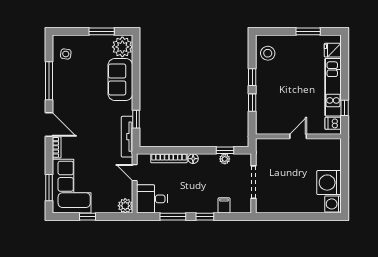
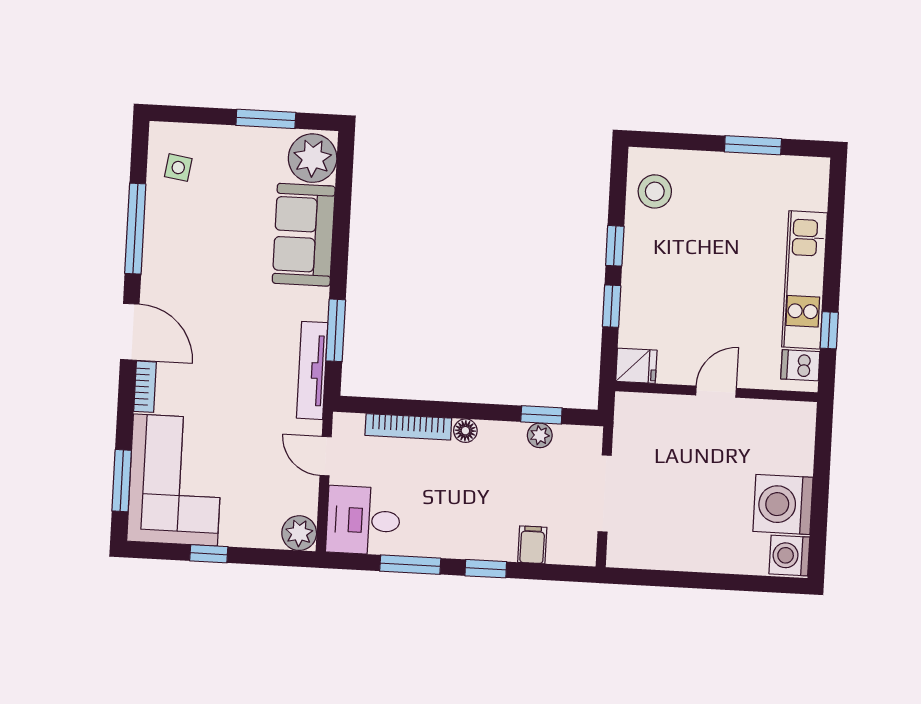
fridge: (333, 50) -> (636, 366), moved, turned 180
window: (136, 119) -> (336, 330), width x1.50

